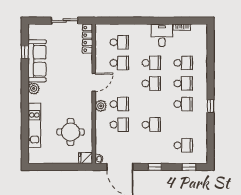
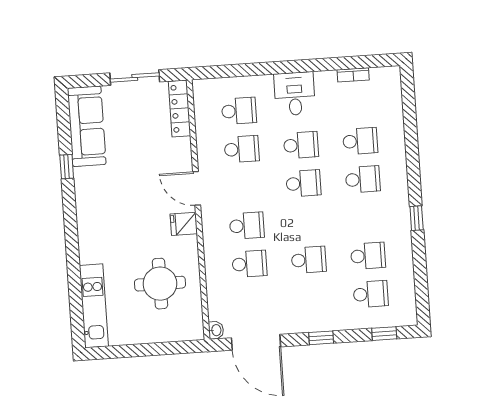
desk: (162, 35) -> (295, 94), moved
window: (25, 52) -> (67, 167), moved
sofa: (37, 61) -> (87, 126), moved
door: (94, 82) -> (197, 188), swing flipped
plant: (34, 88) -> (86, 207), removed
school desk: (183, 104) -> (368, 256), moved
plant: (101, 106) -> (213, 231), removed
kitchen unit: (34, 125) -> (94, 306), moved
fridge: (86, 158) -> (184, 224), moved

